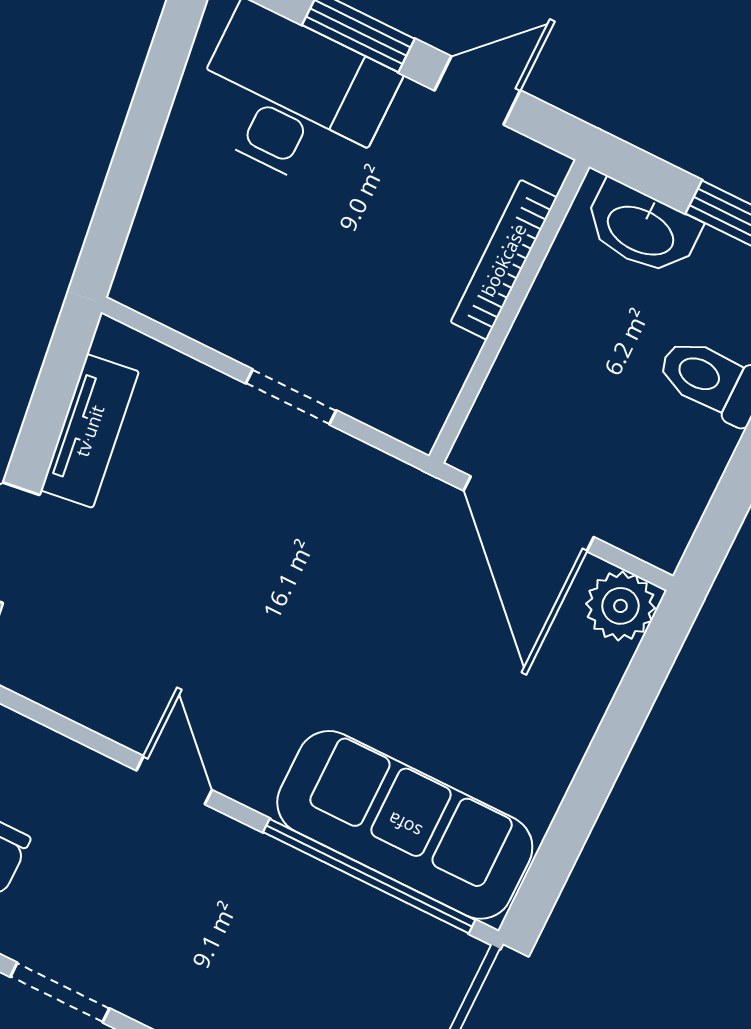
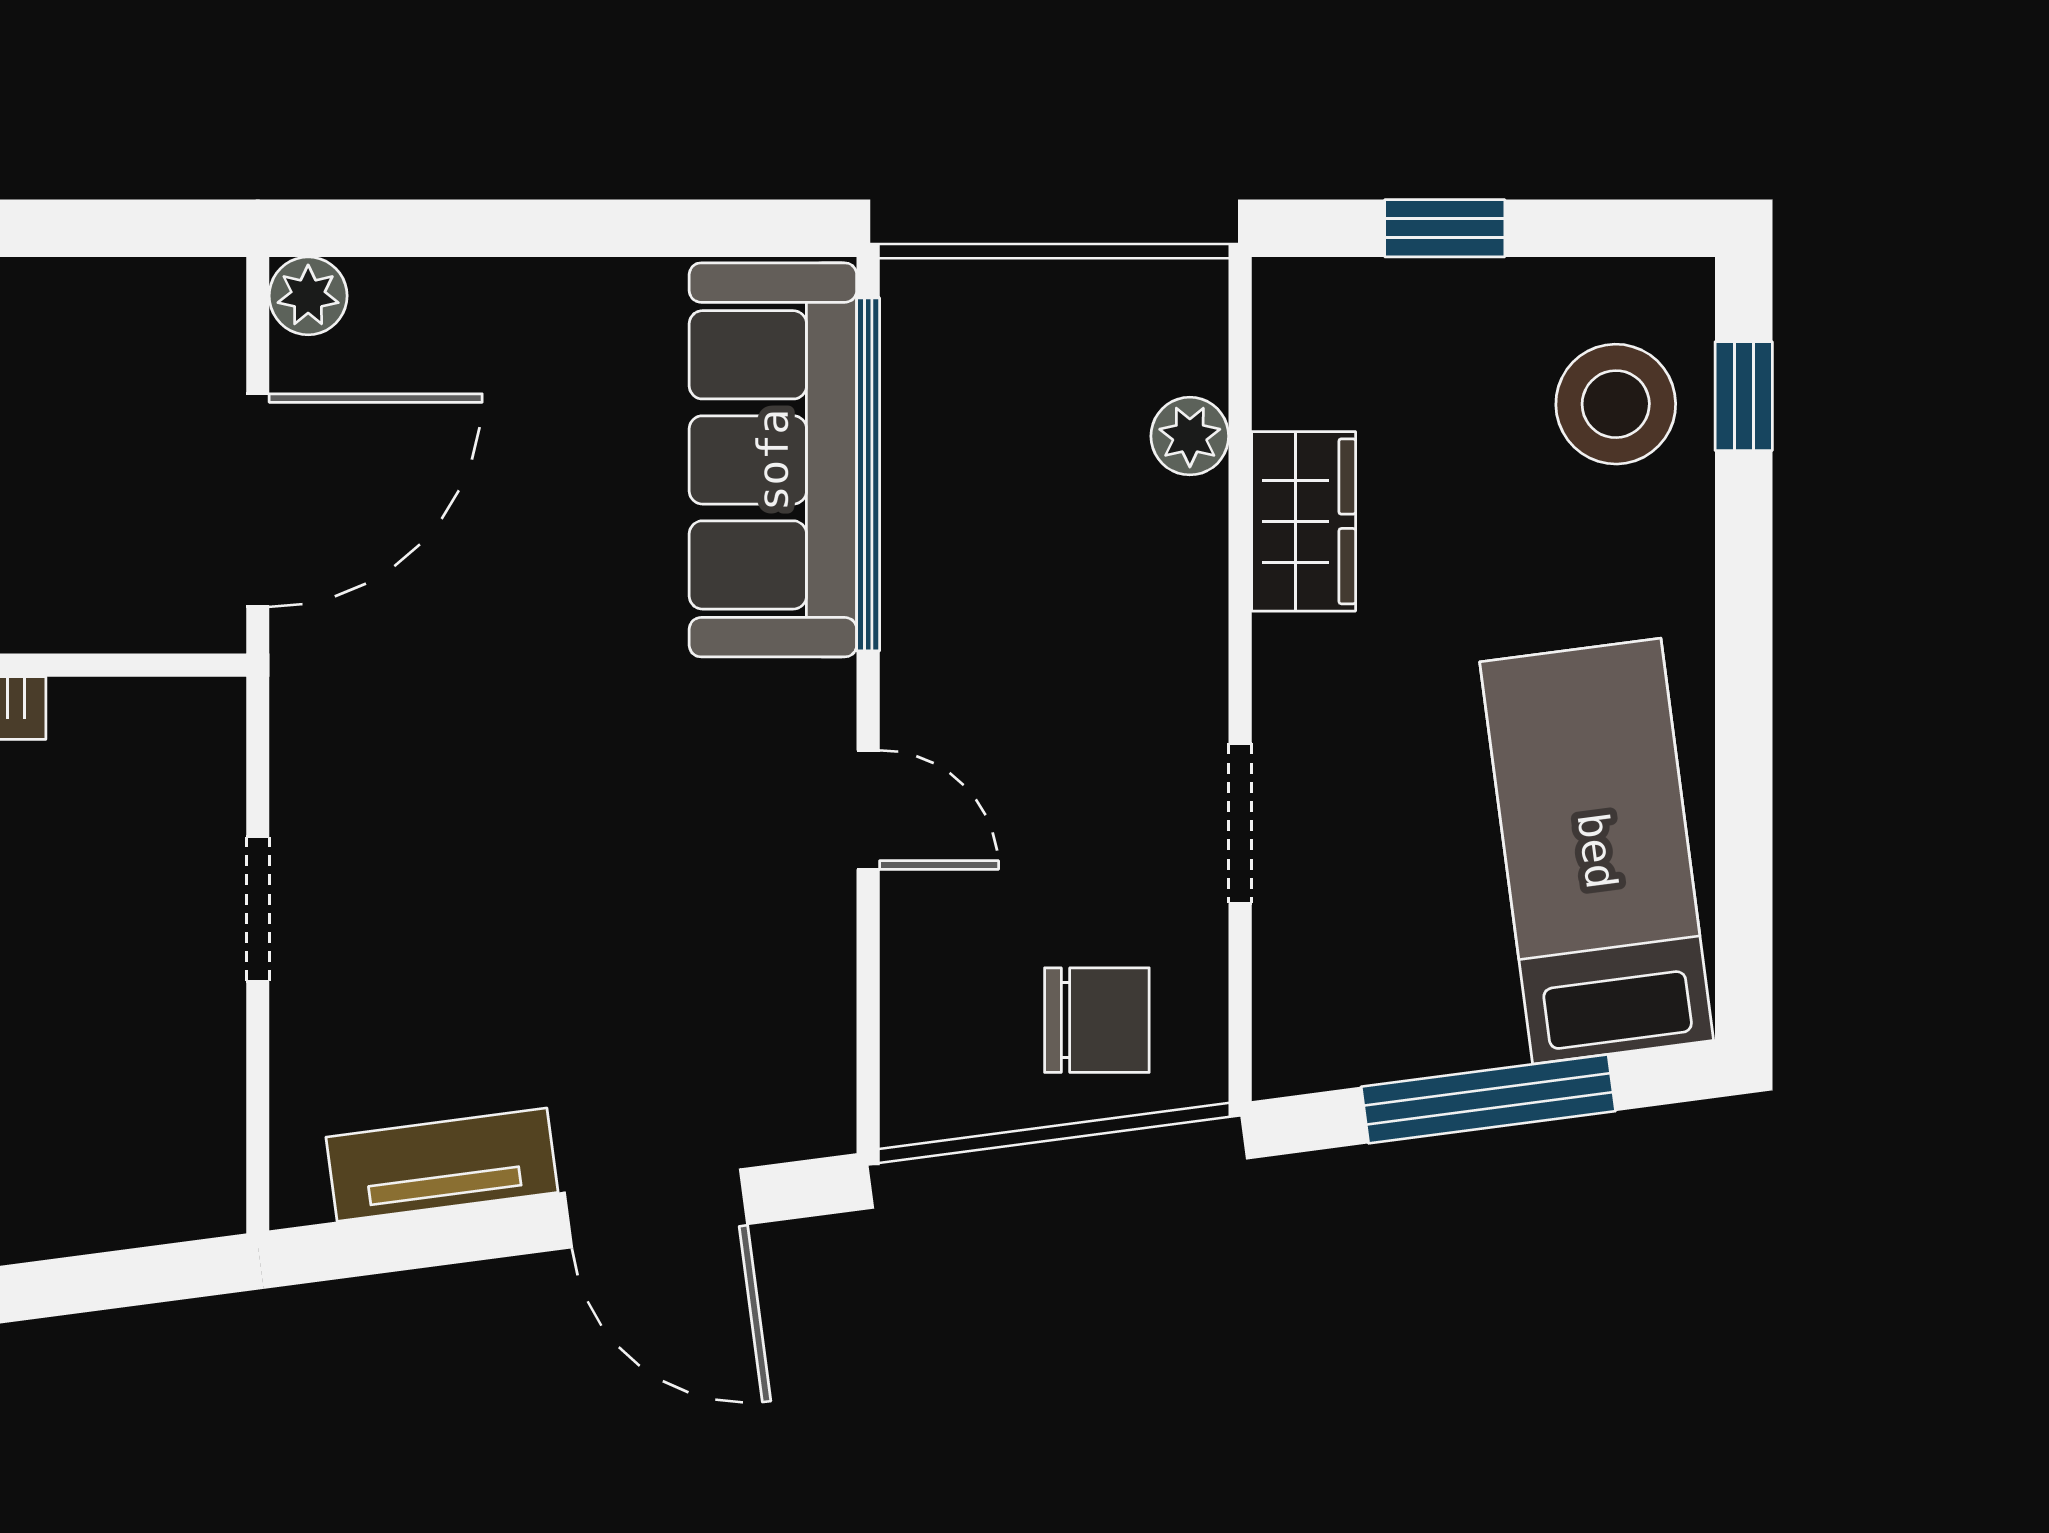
plant: (620, 606) -> (308, 296), width x0.73, depth x0.73
door: (174, 780) -> (868, 810), swing flipped

